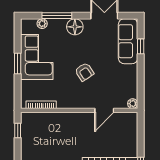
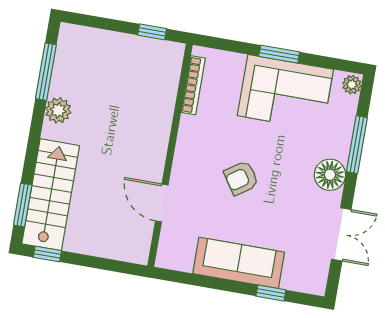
plant: (42, 24) -> (352, 85), moved
sofa: (128, 41) -> (239, 263), moved
plant: (133, 104) -> (165, 259), removed

